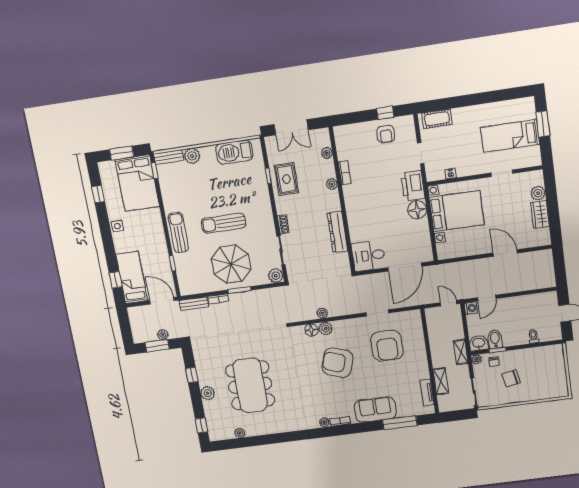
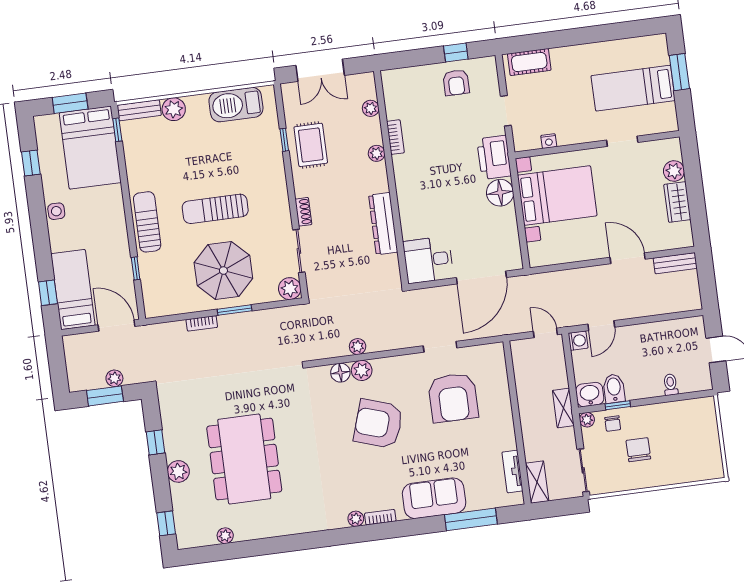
bench: (194, 304) -> (675, 263), moved
chair: (511, 378) -> (638, 450), turned 101
shelving: (441, 381) -> (537, 482), moved

